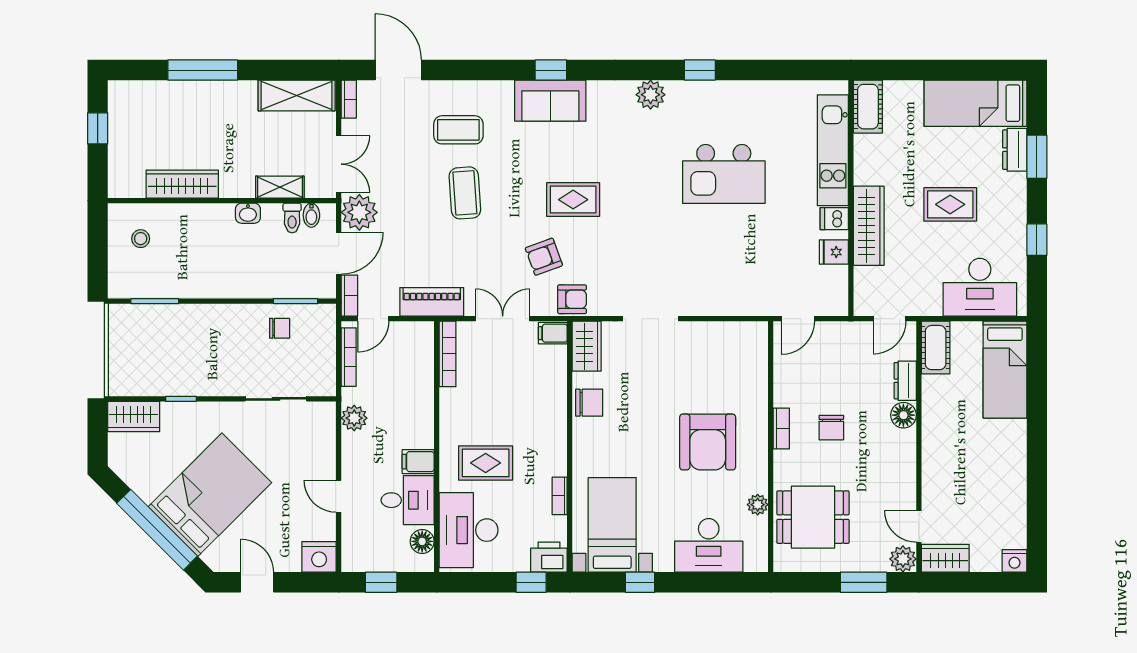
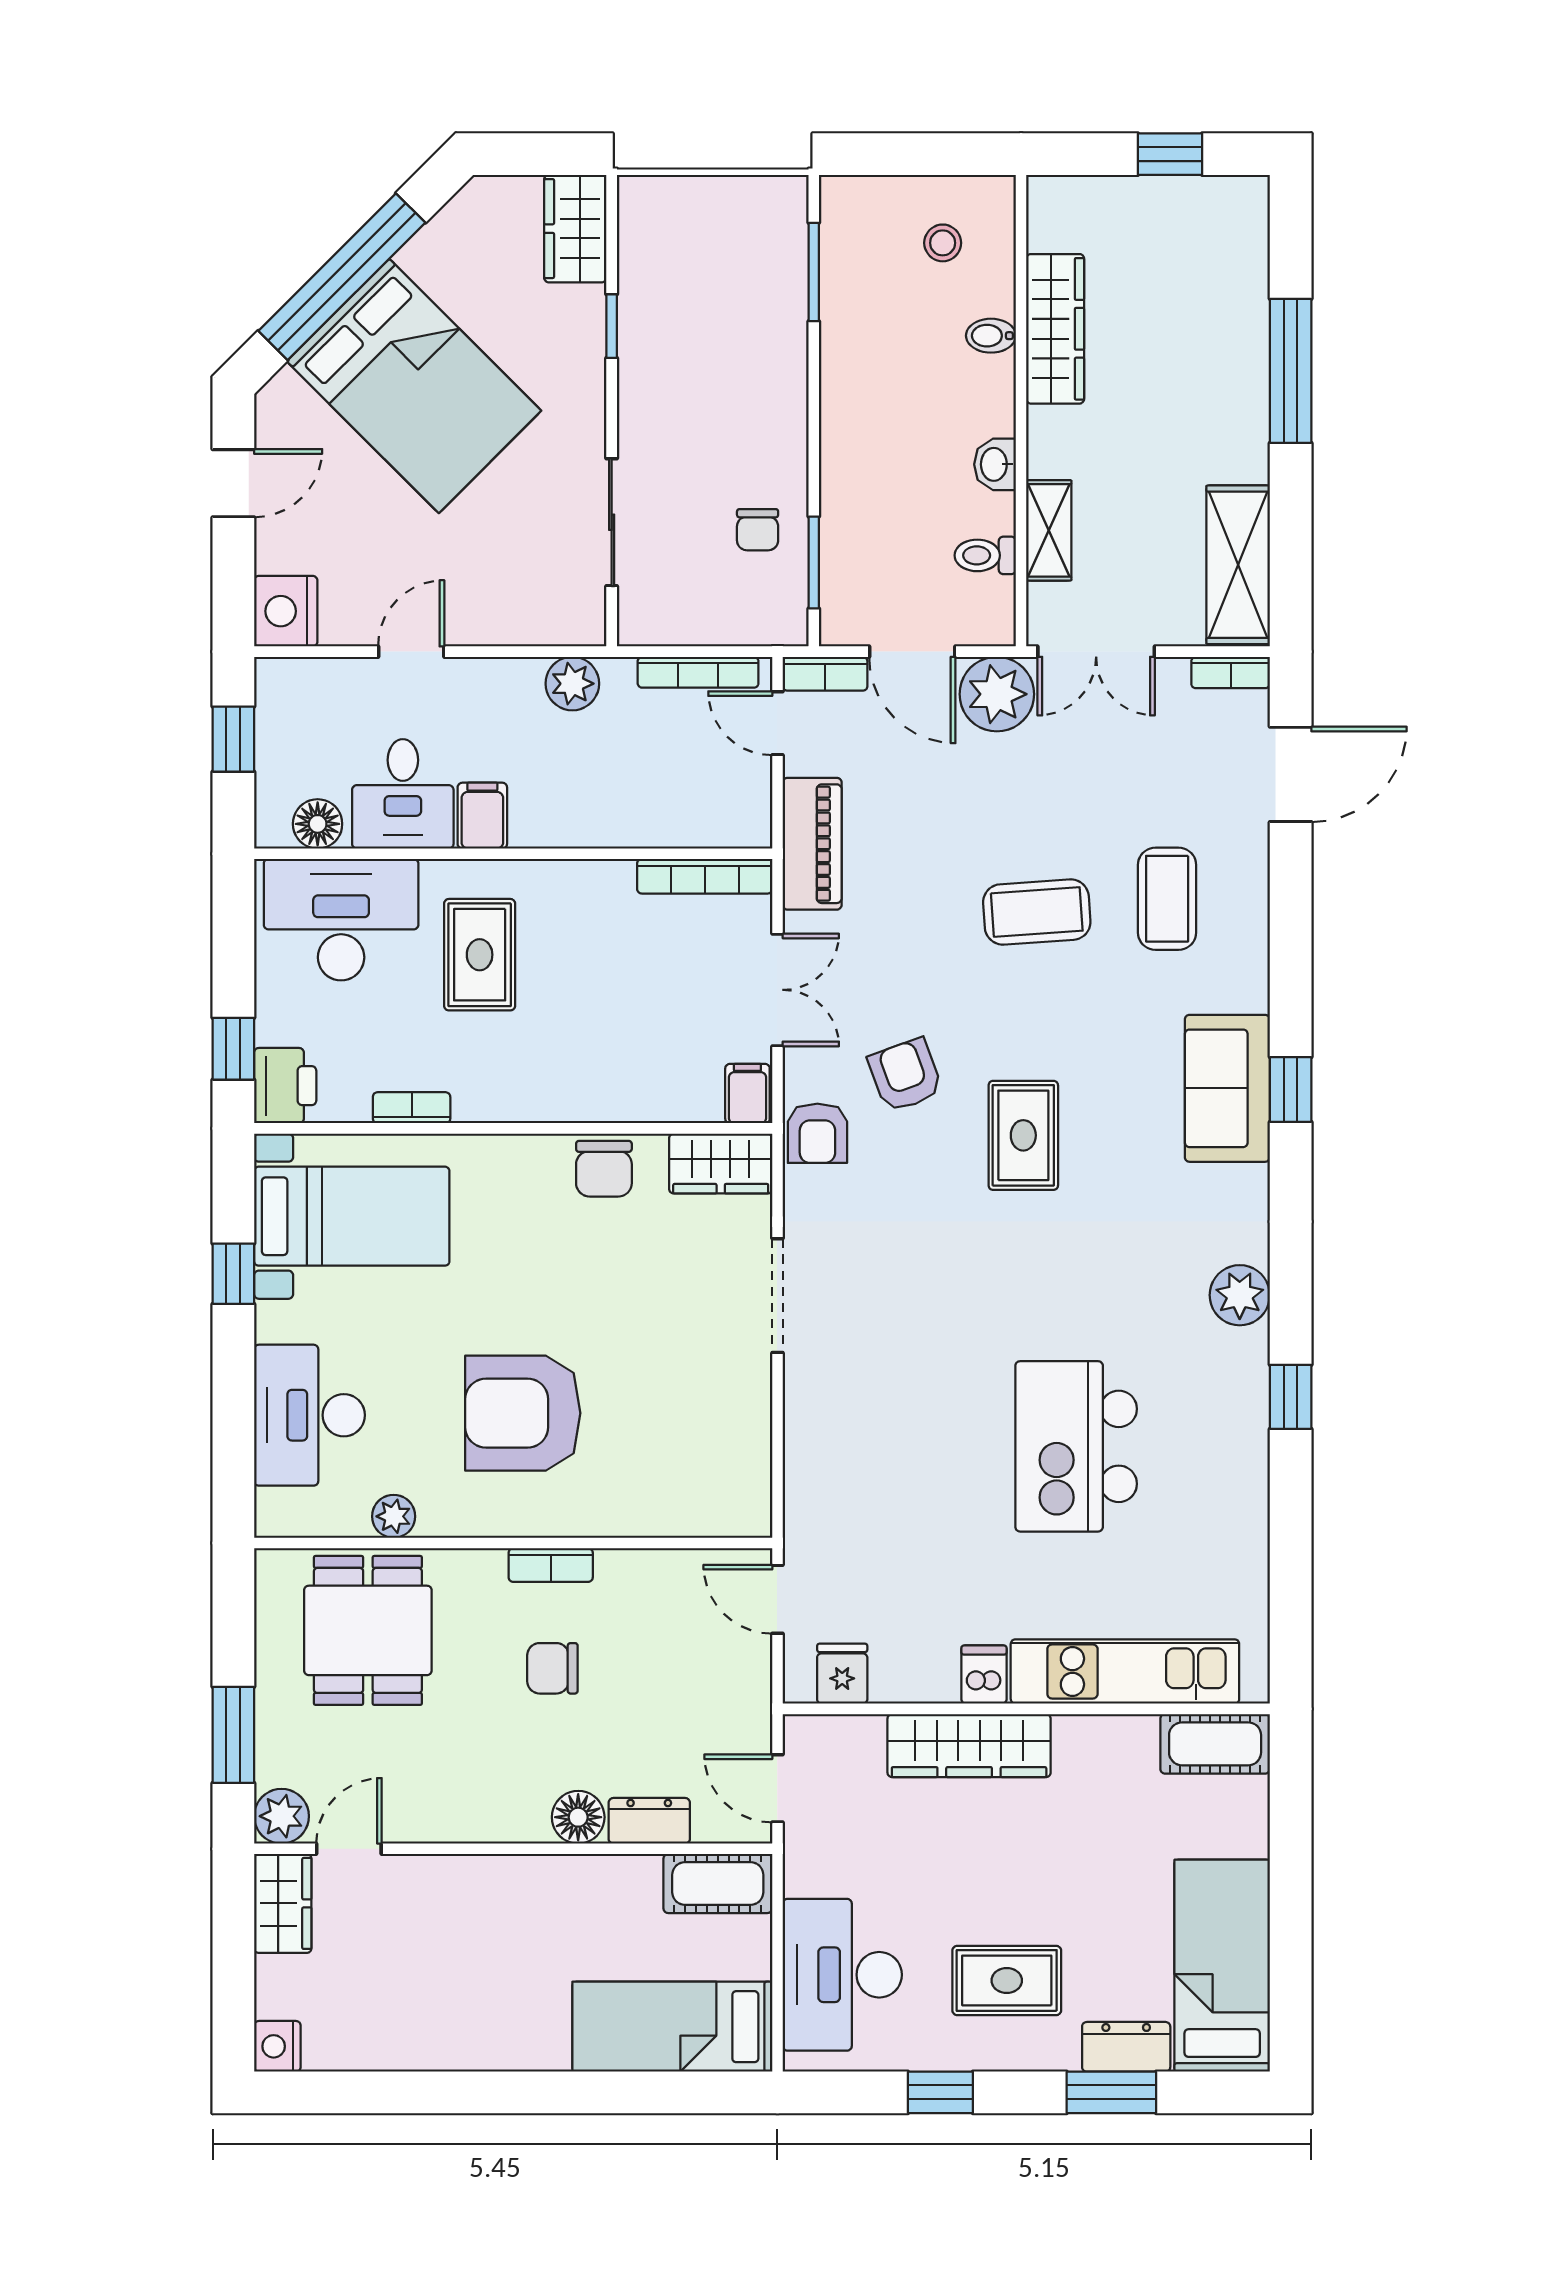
rug: (950, 204) -> (1007, 1980), moved, turned 90
bidet: (311, 215) -> (991, 336), moved
fridge: (834, 252) -> (842, 1674), moved

